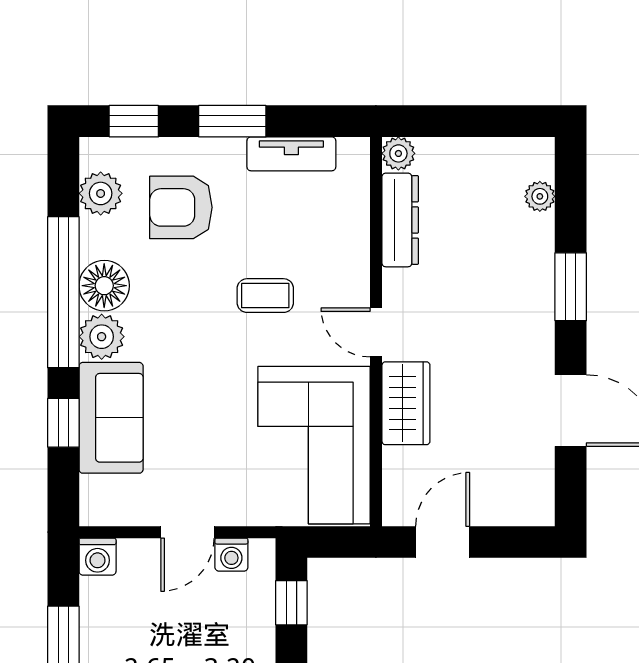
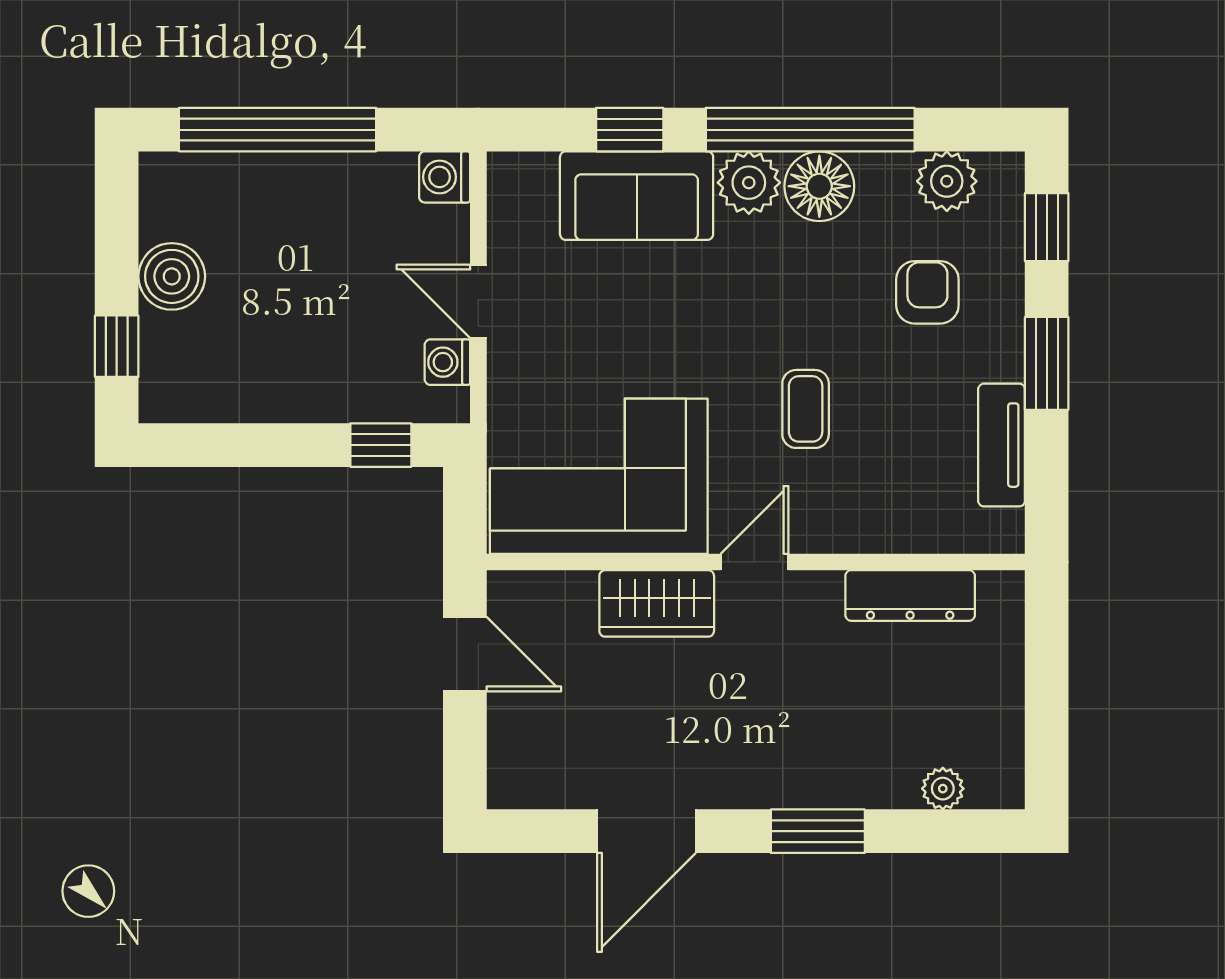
plant: (398, 153) -> (1002, 593), removed
armchair: (181, 207) -> (927, 292), width x0.72, depth x0.72

